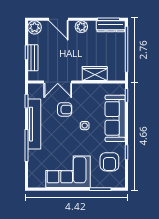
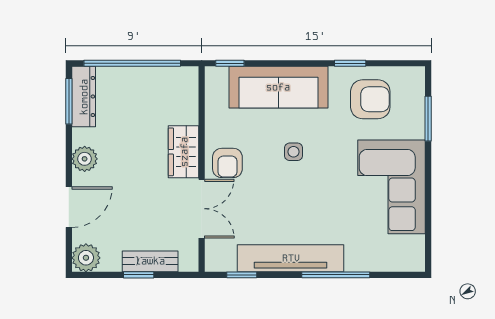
wardrobe: (95, 74) -> (184, 152), moved
armchair: (65, 109) -> (227, 163), moved, turned 180

